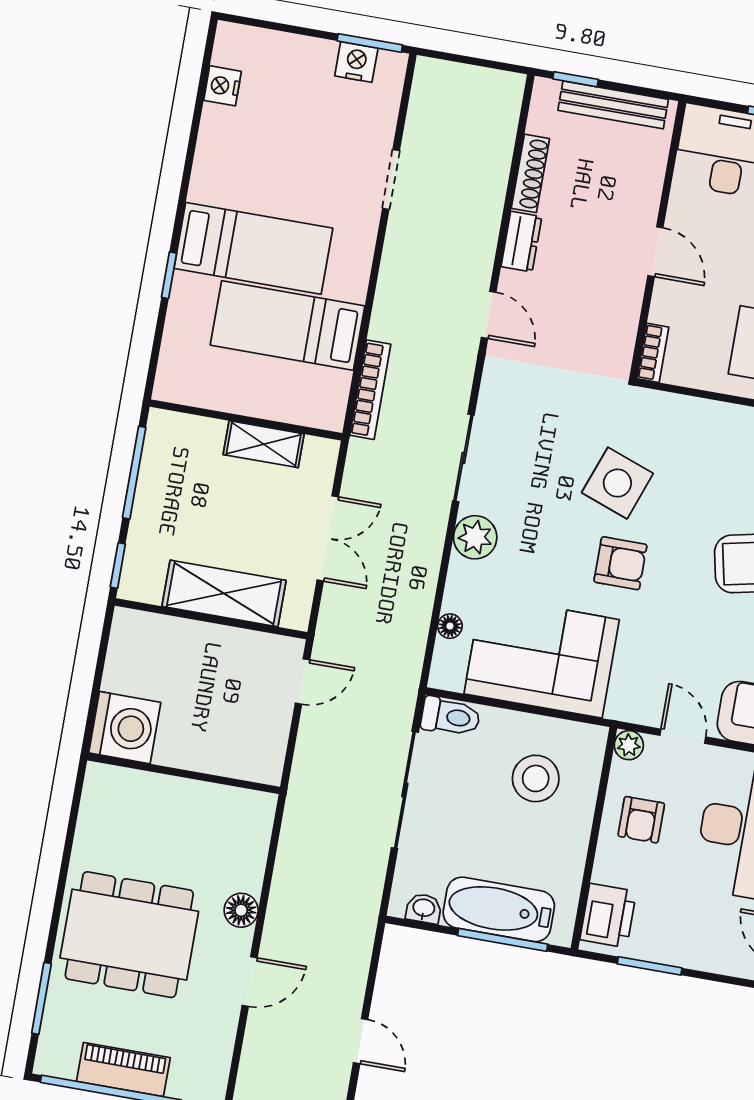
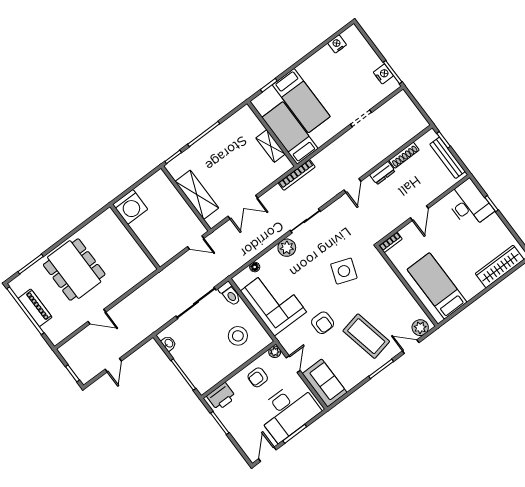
wall: (246, 420) -> (272, 134), moved
shelving: (264, 444) -> (271, 146), moved
armchair: (620, 563) -> (323, 323), moved
bathtub: (499, 909) -> (191, 364), removed
floor lamp: (241, 910) -> (114, 293), removed

